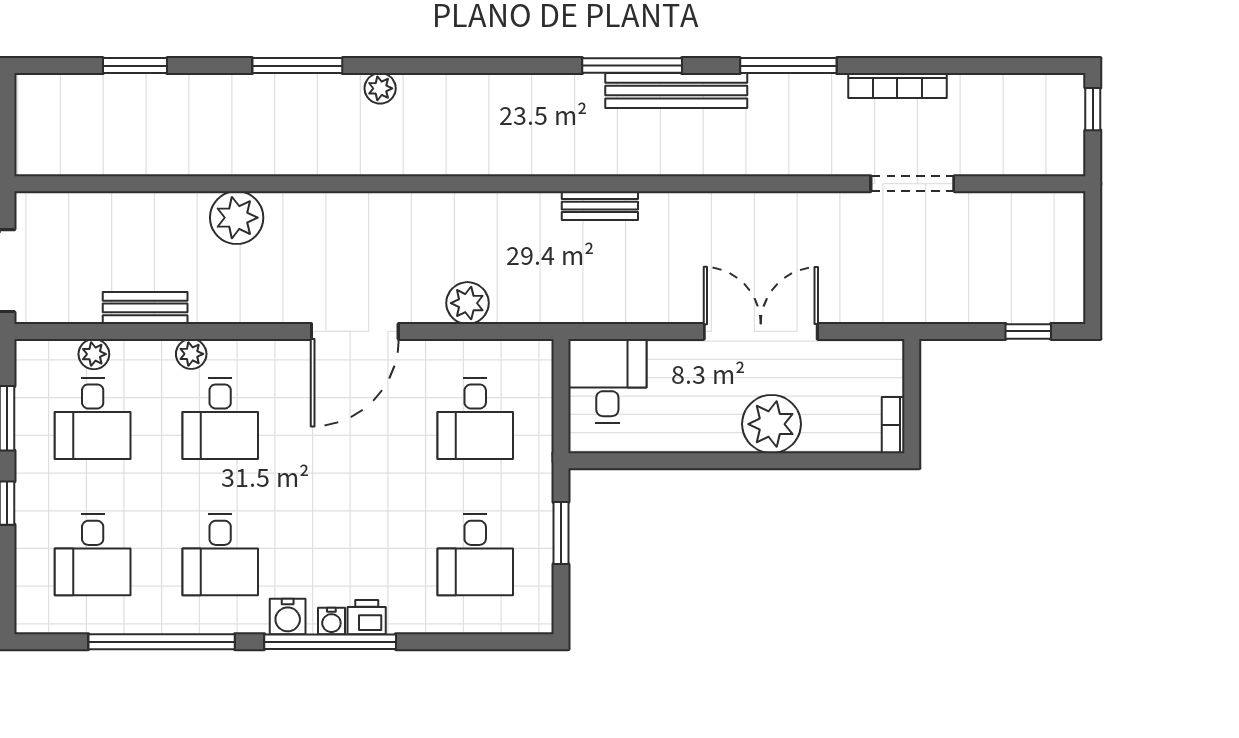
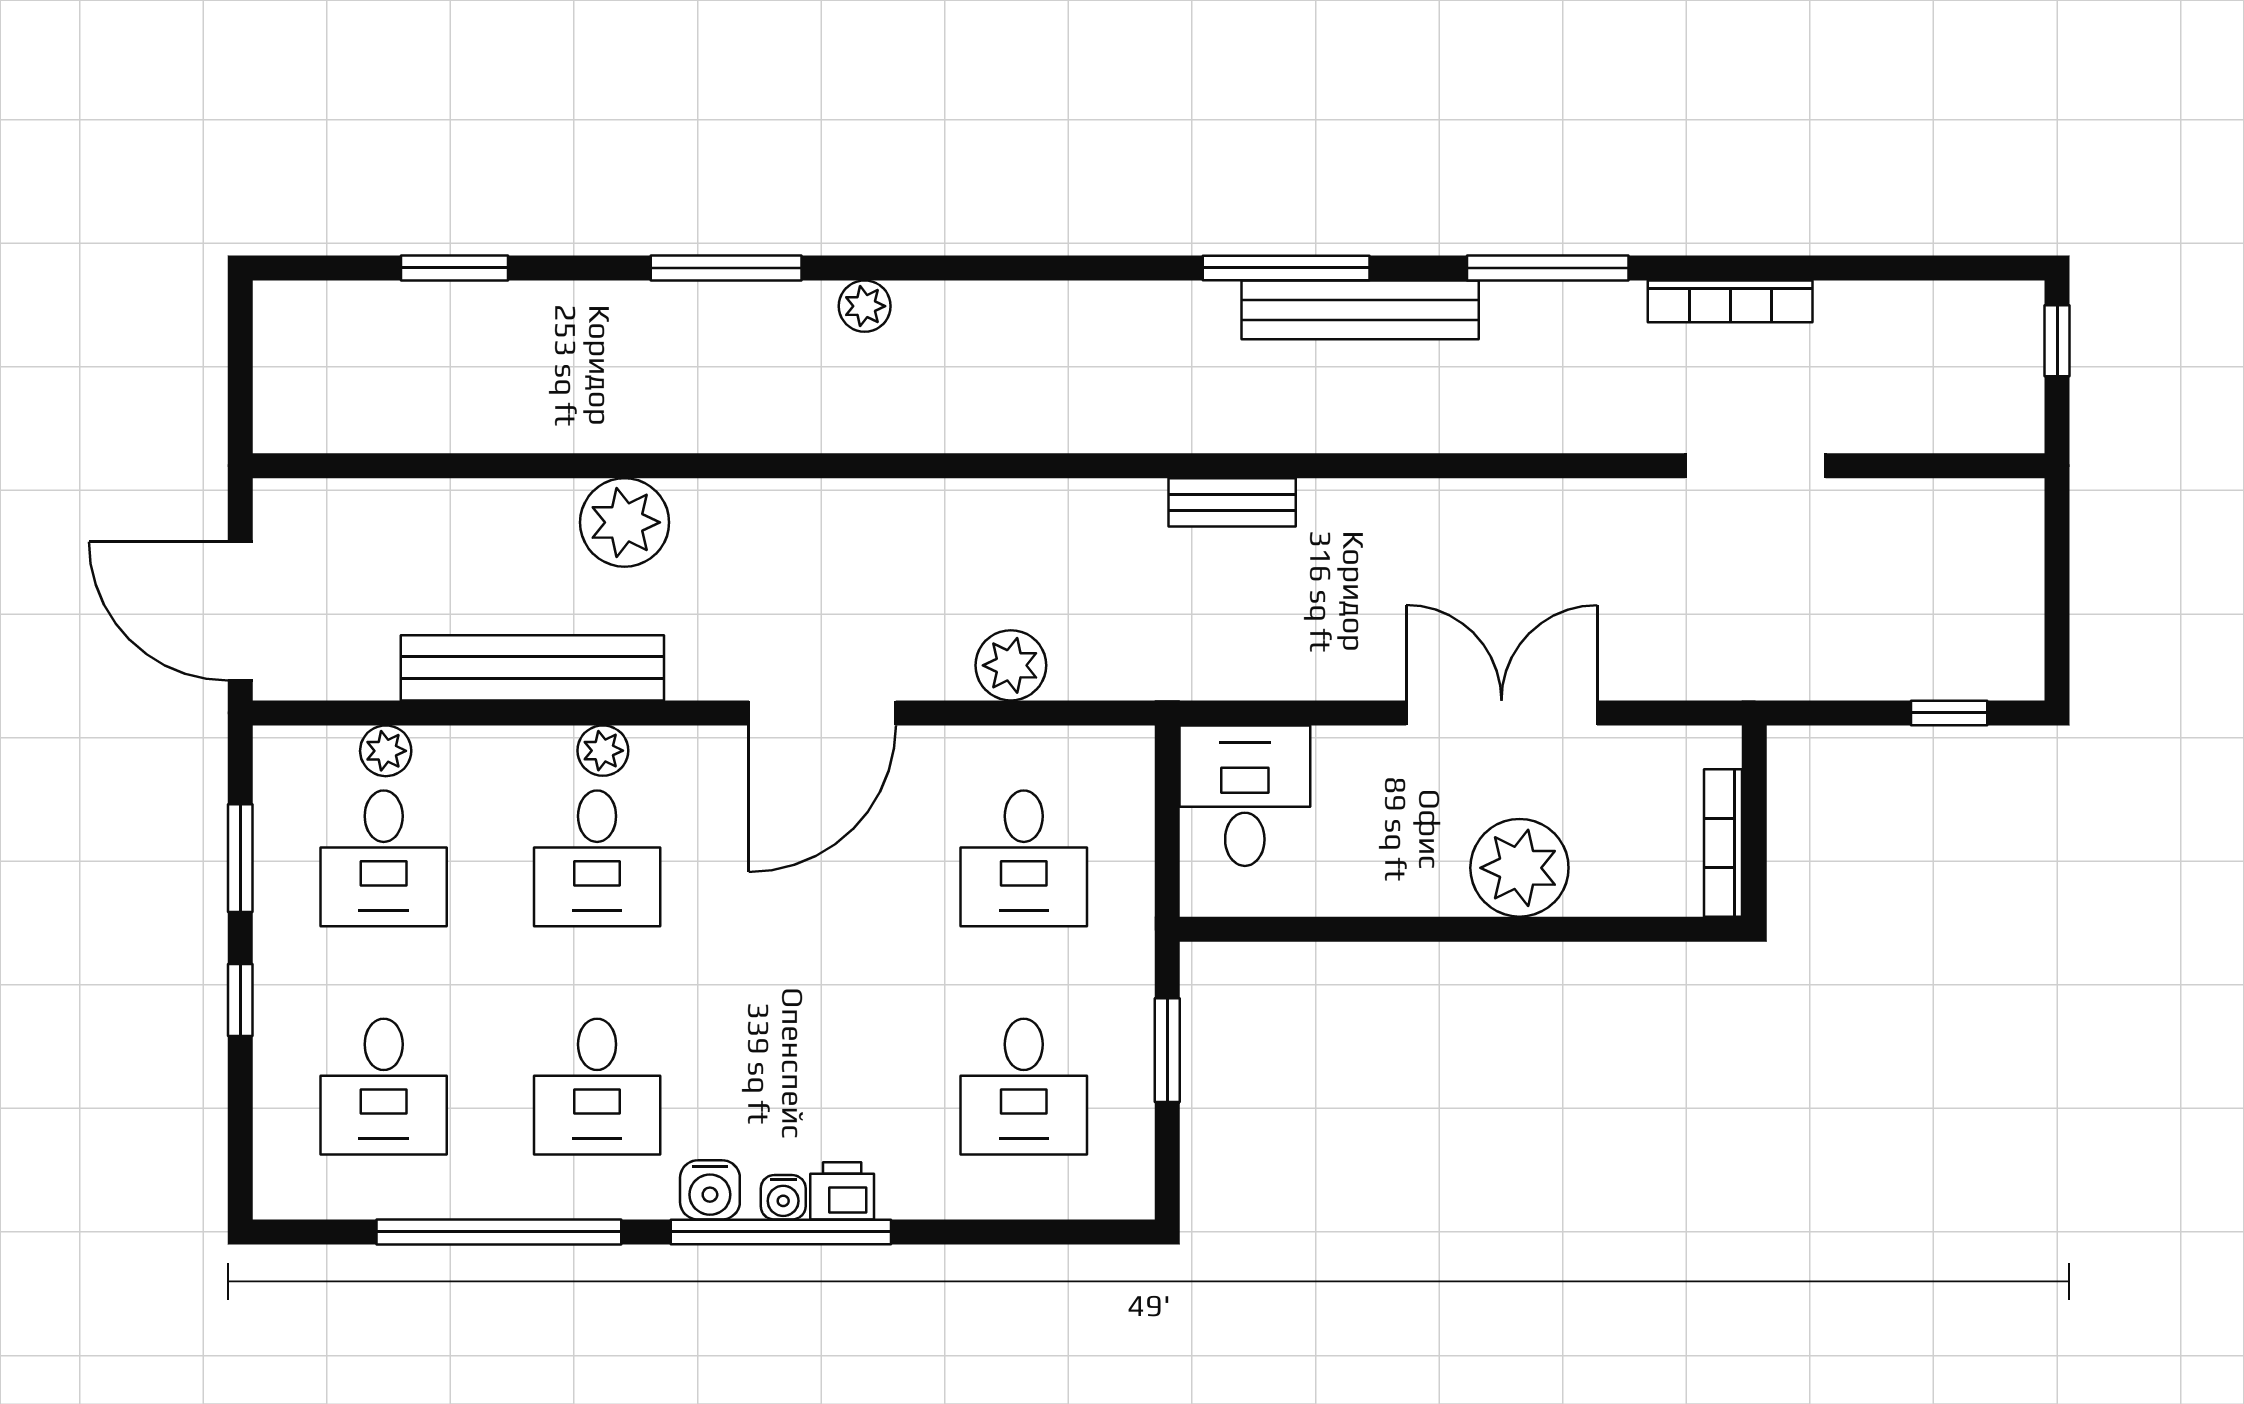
bench: (145, 308) -> (532, 668), width x1.86, depth x1.21
plant: (191, 354) -> (603, 751), moved
bookcase: (893, 425) -> (1723, 843), width x1.56

